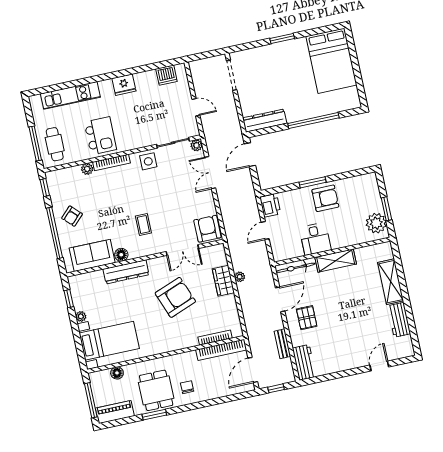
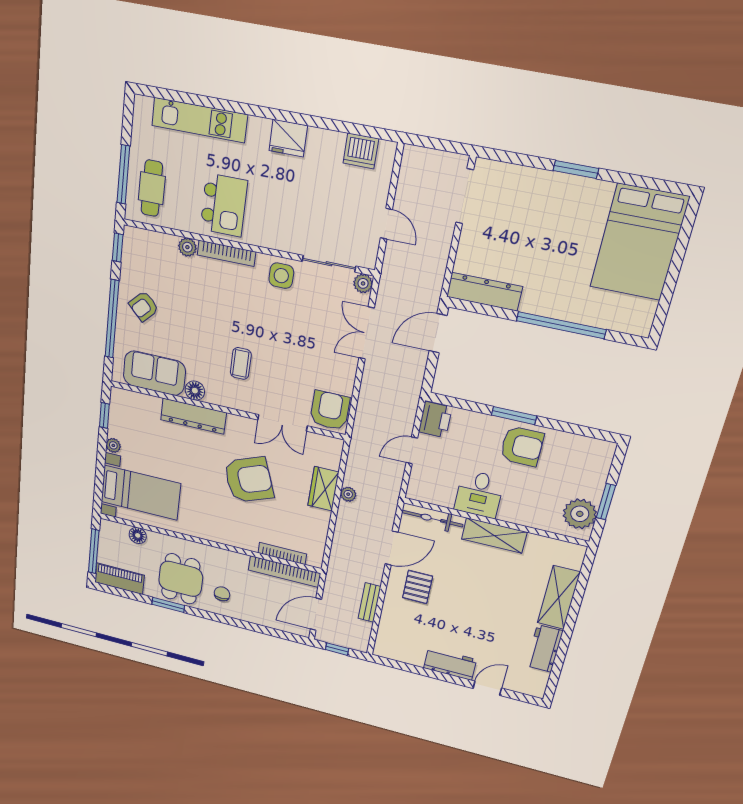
workbench: (304, 362) -> (450, 664), moved, turned -90

